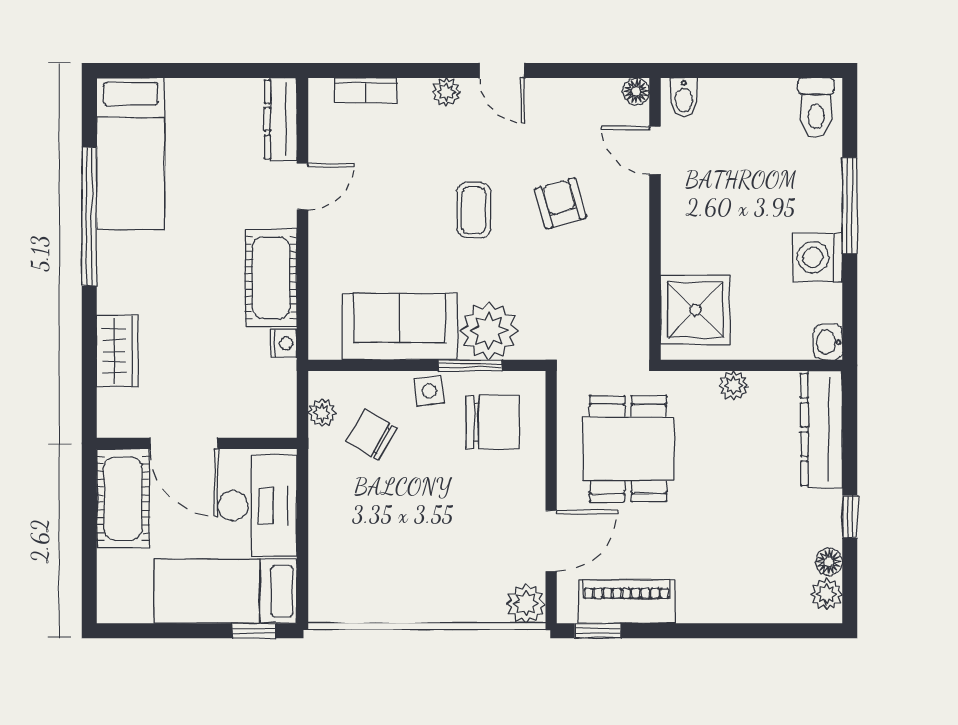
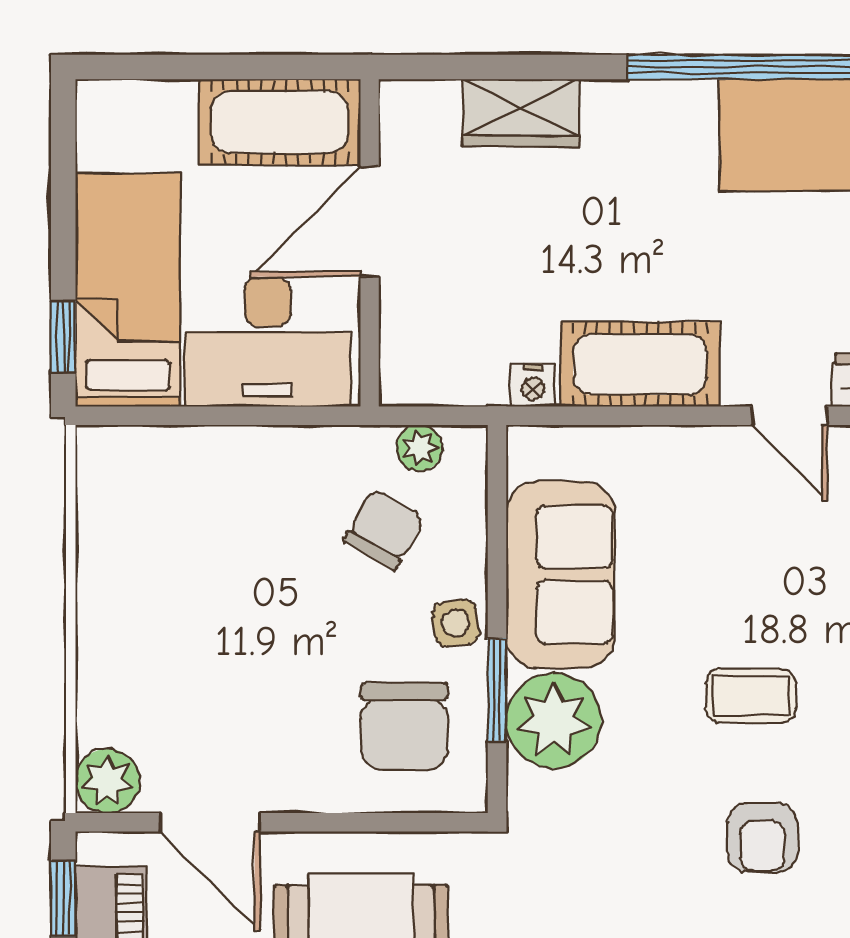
armchair: (561, 203) -> (762, 838), turned 106

